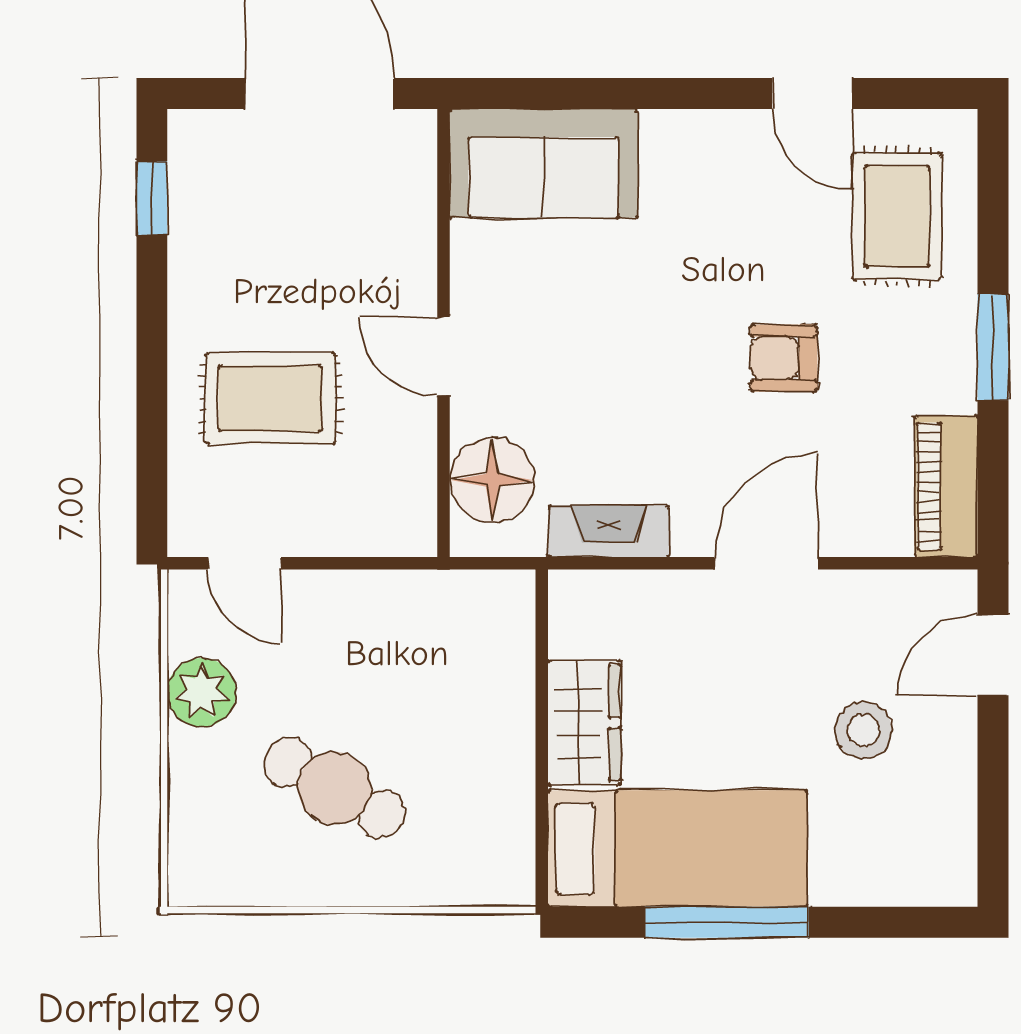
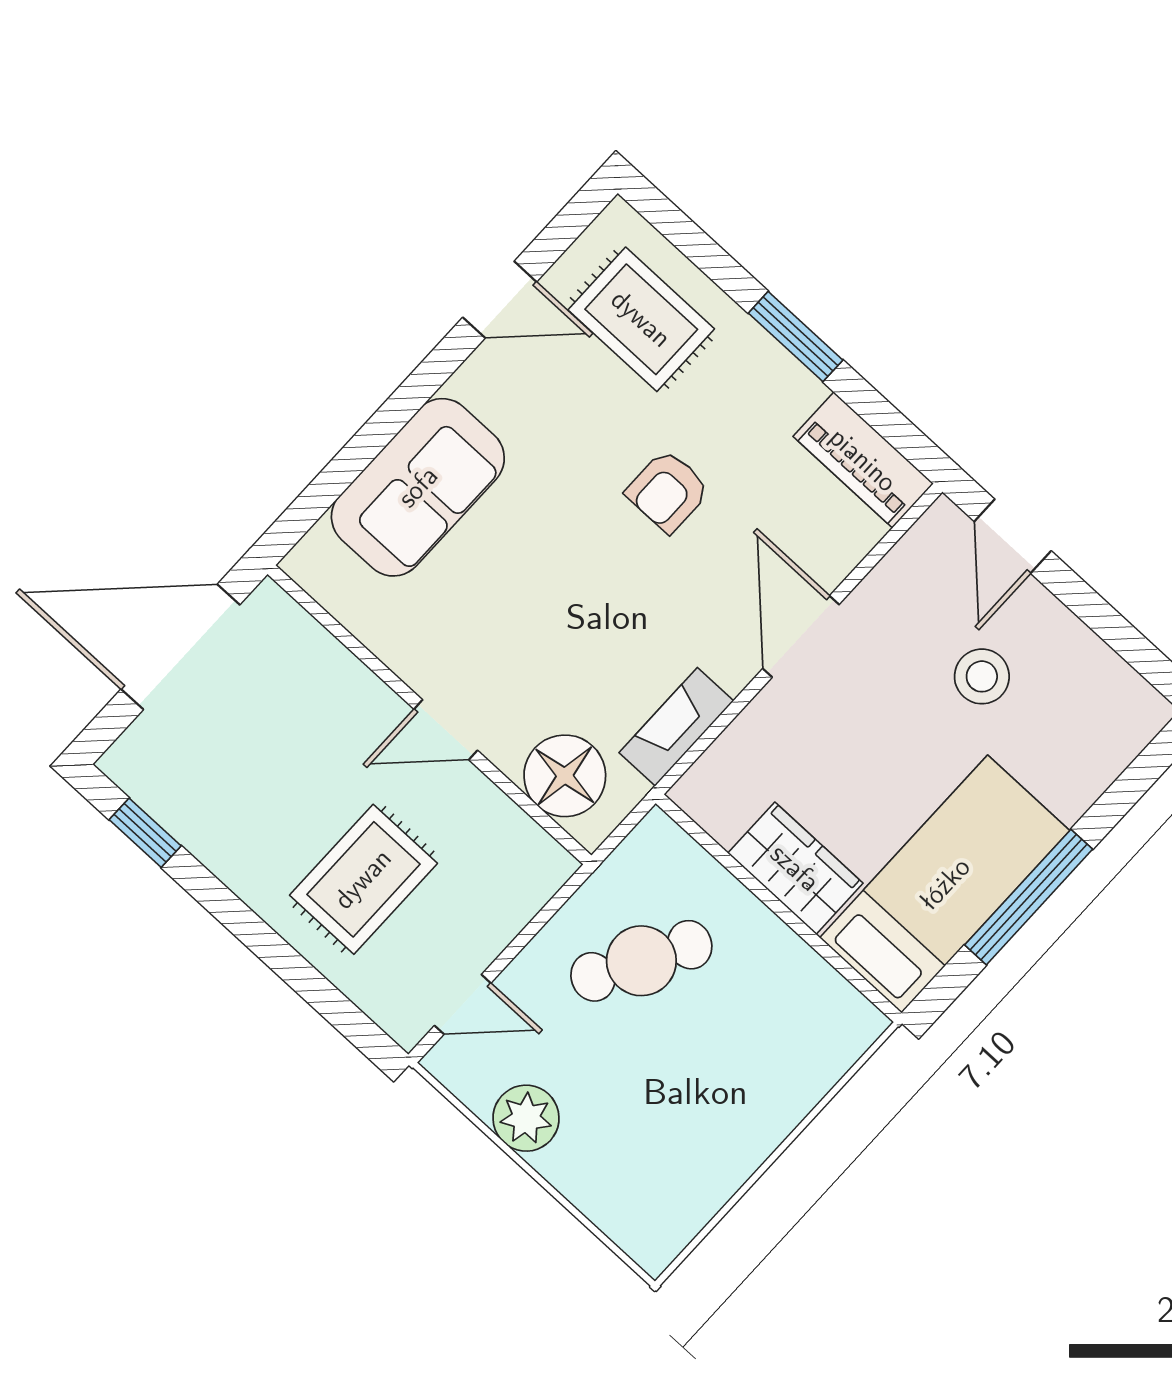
sofa: (544, 163) -> (418, 487), moved
cafe table: (335, 788) -> (641, 961), moved

